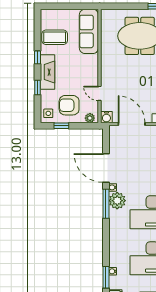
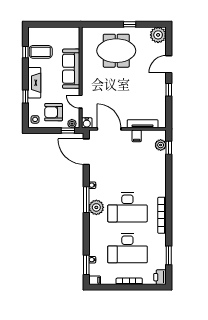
sofa: (89, 31) -> (71, 69), moved
window: (37, 57) -> (25, 52), moved
window: (61, 126) -> (68, 130), moved
door: (106, 168) -> (86, 152), moved
plant: (117, 201) -> (96, 207), moved

